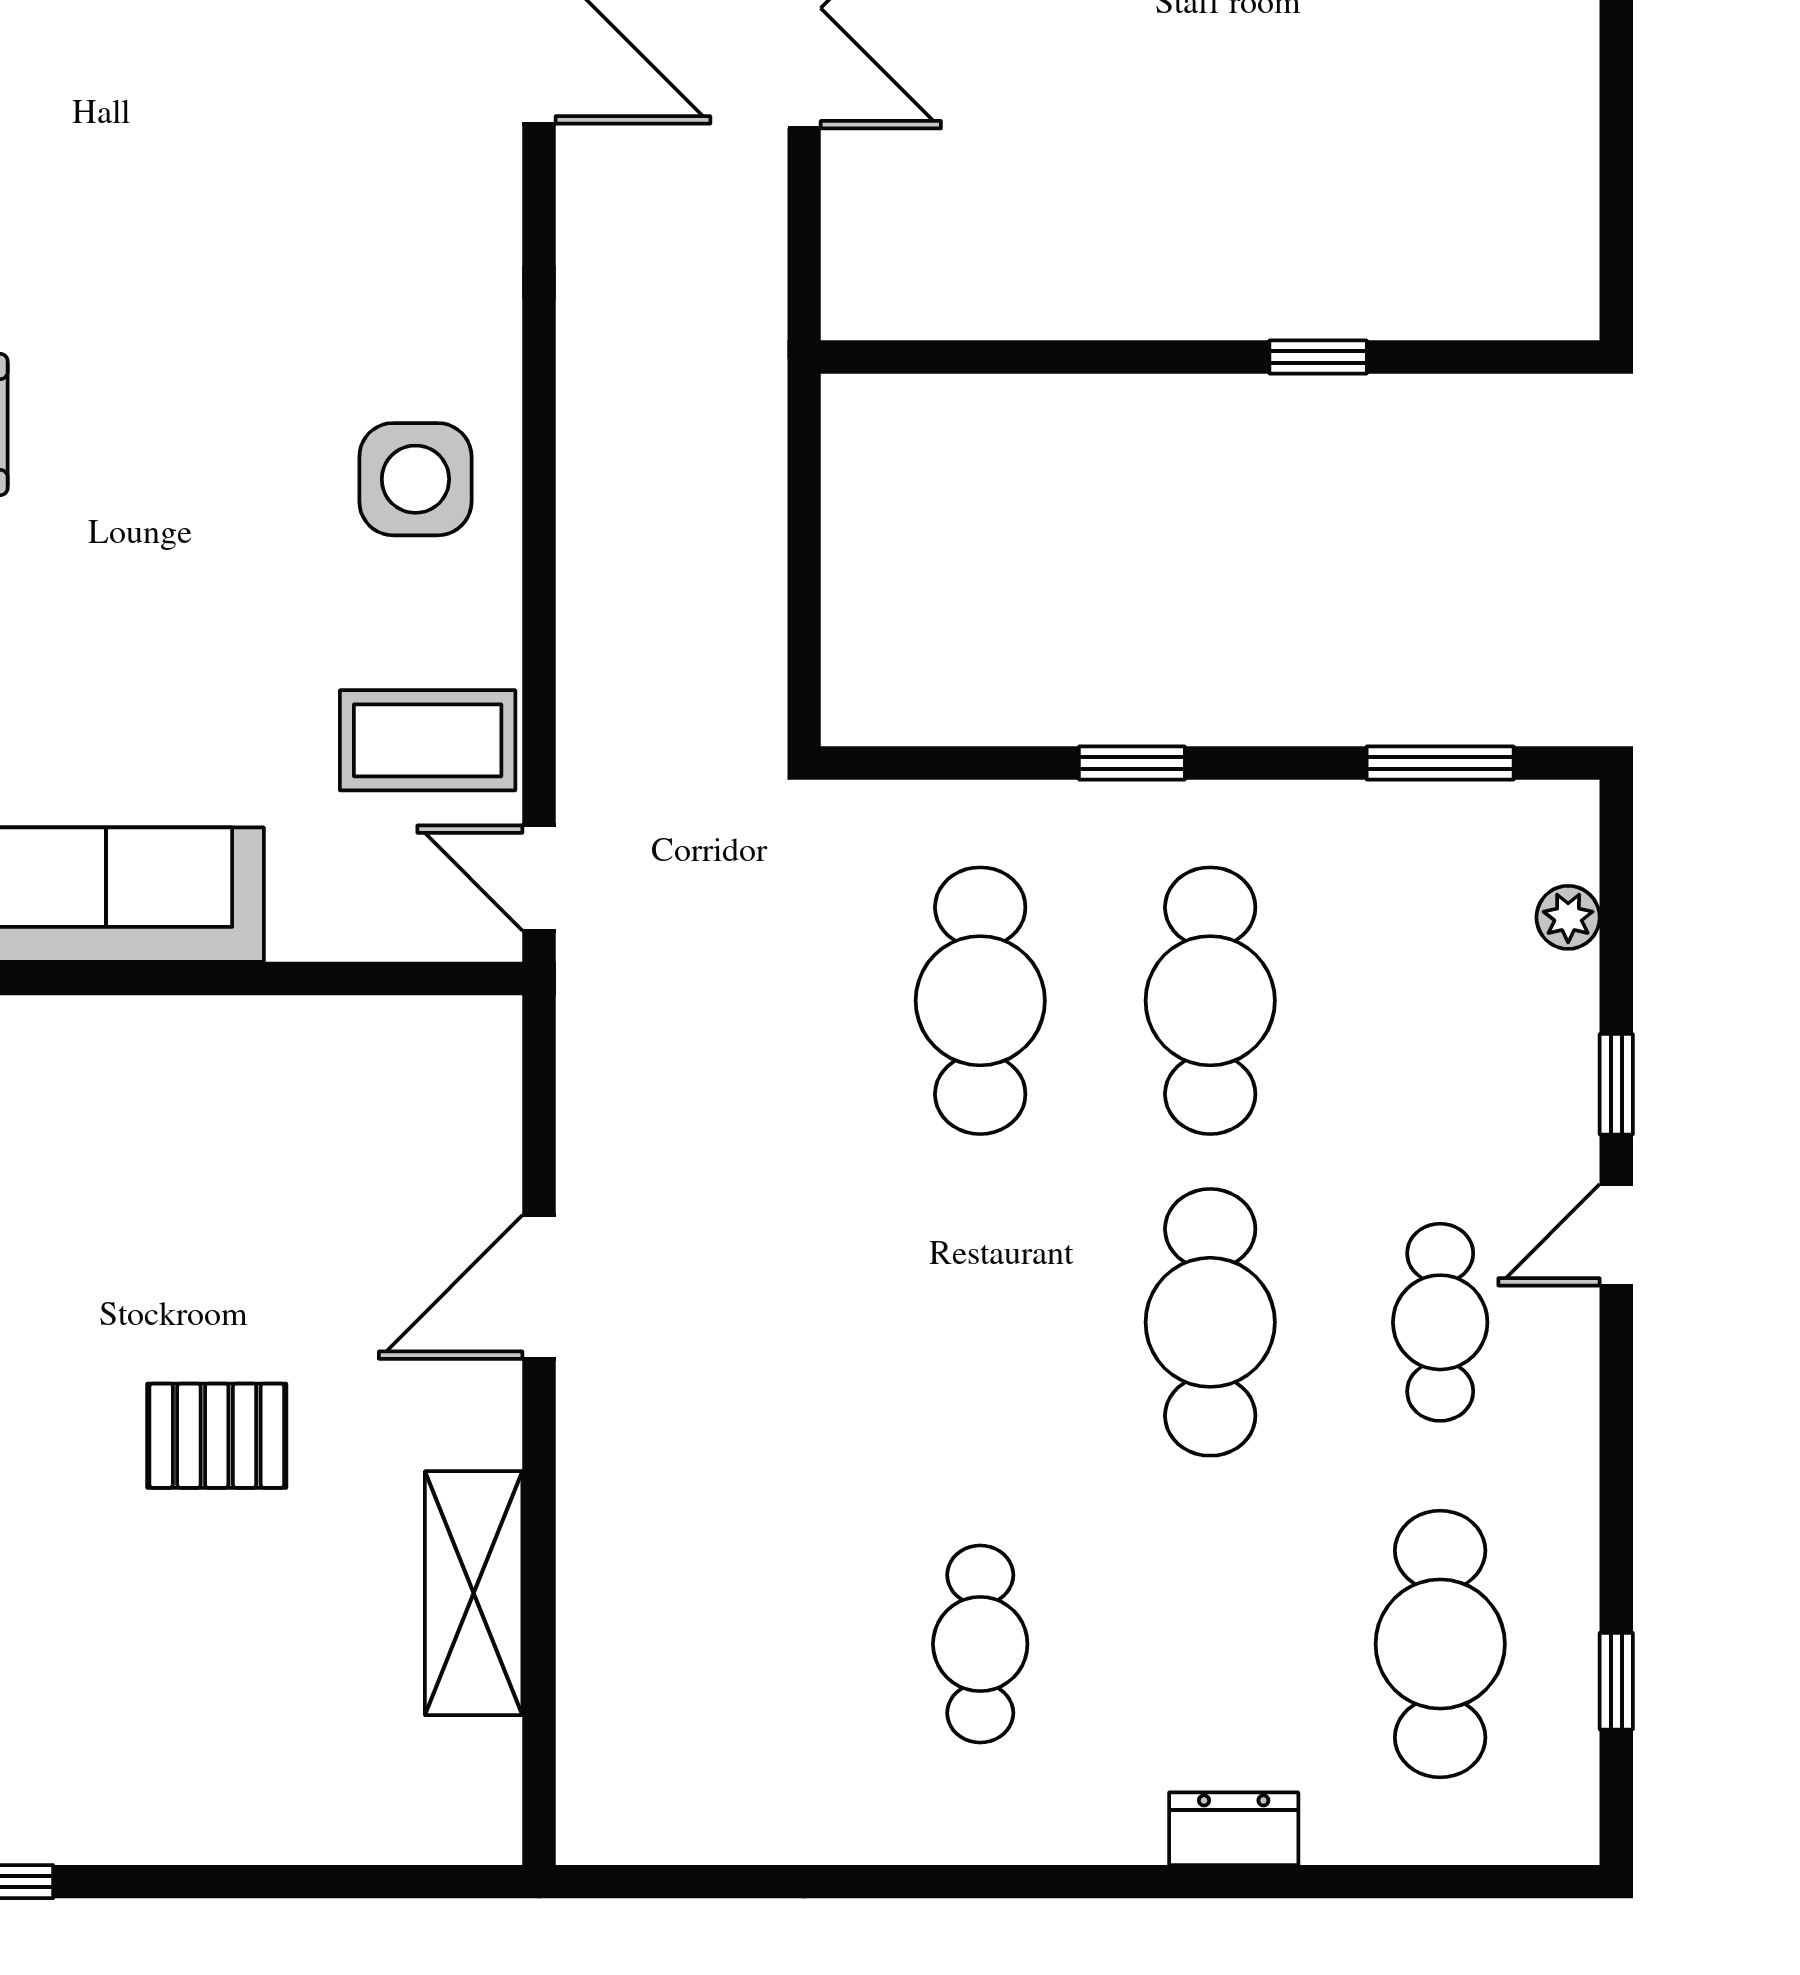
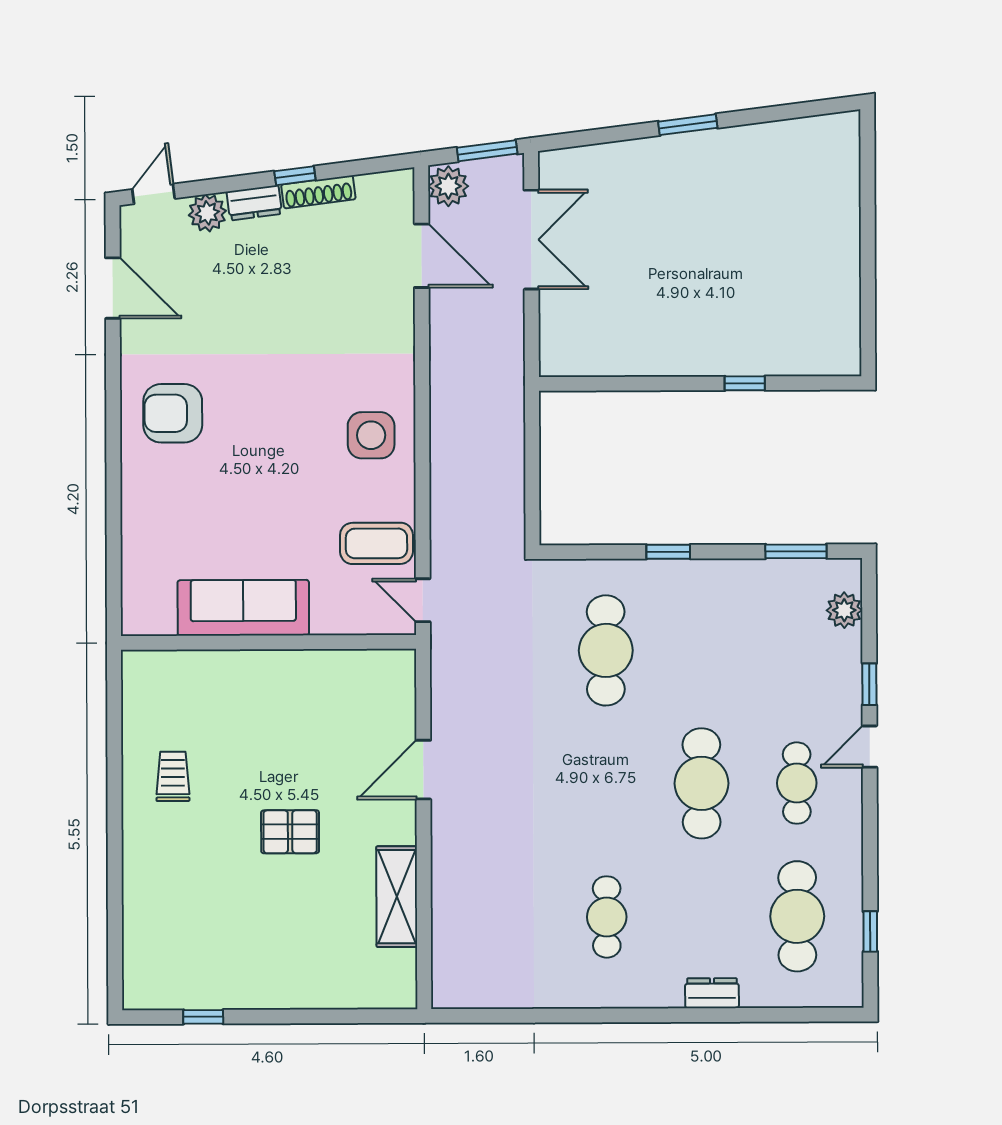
plant: (1568, 917) -> (844, 610), width x1.38, depth x1.38
cafe table: (1210, 1001) -> (701, 650), removed

